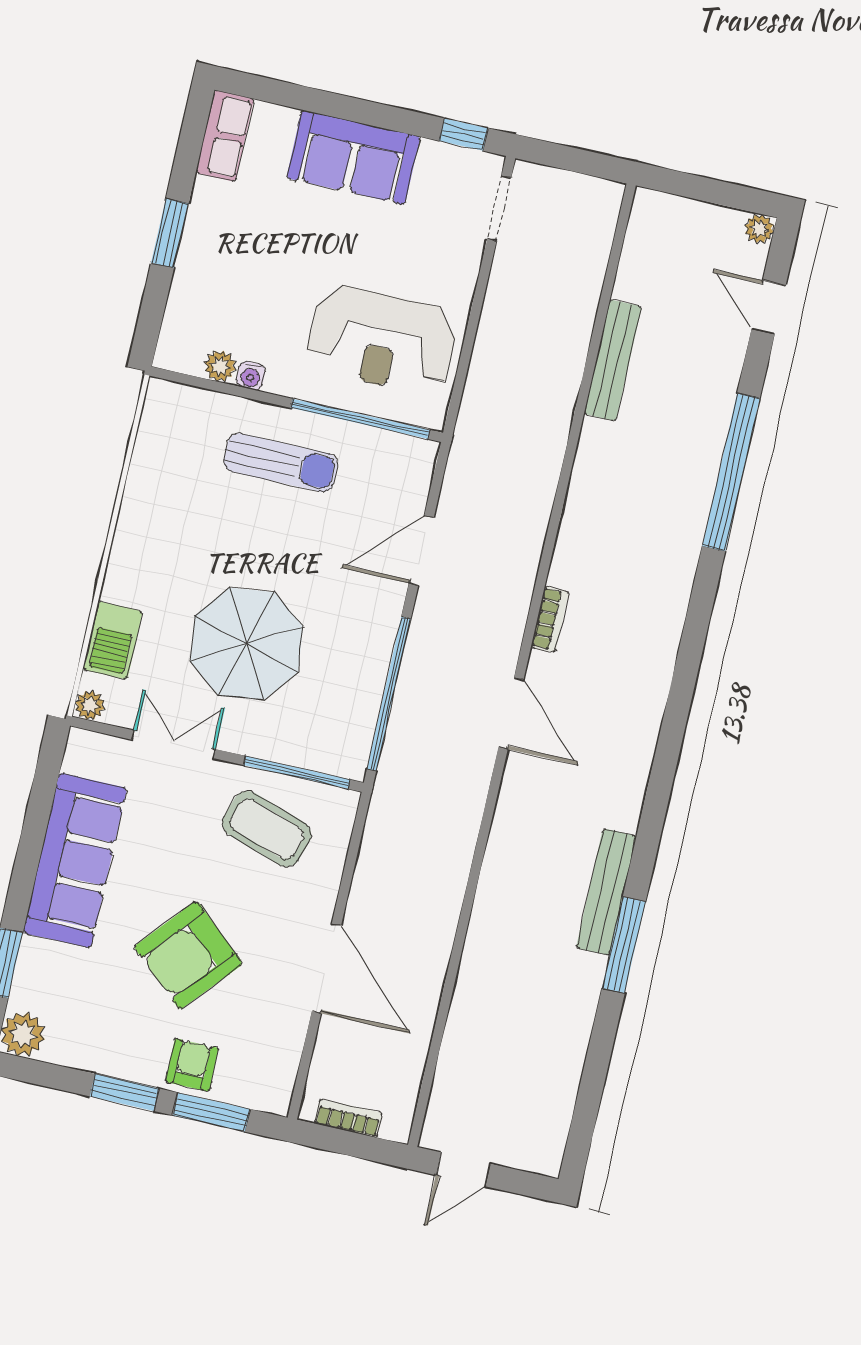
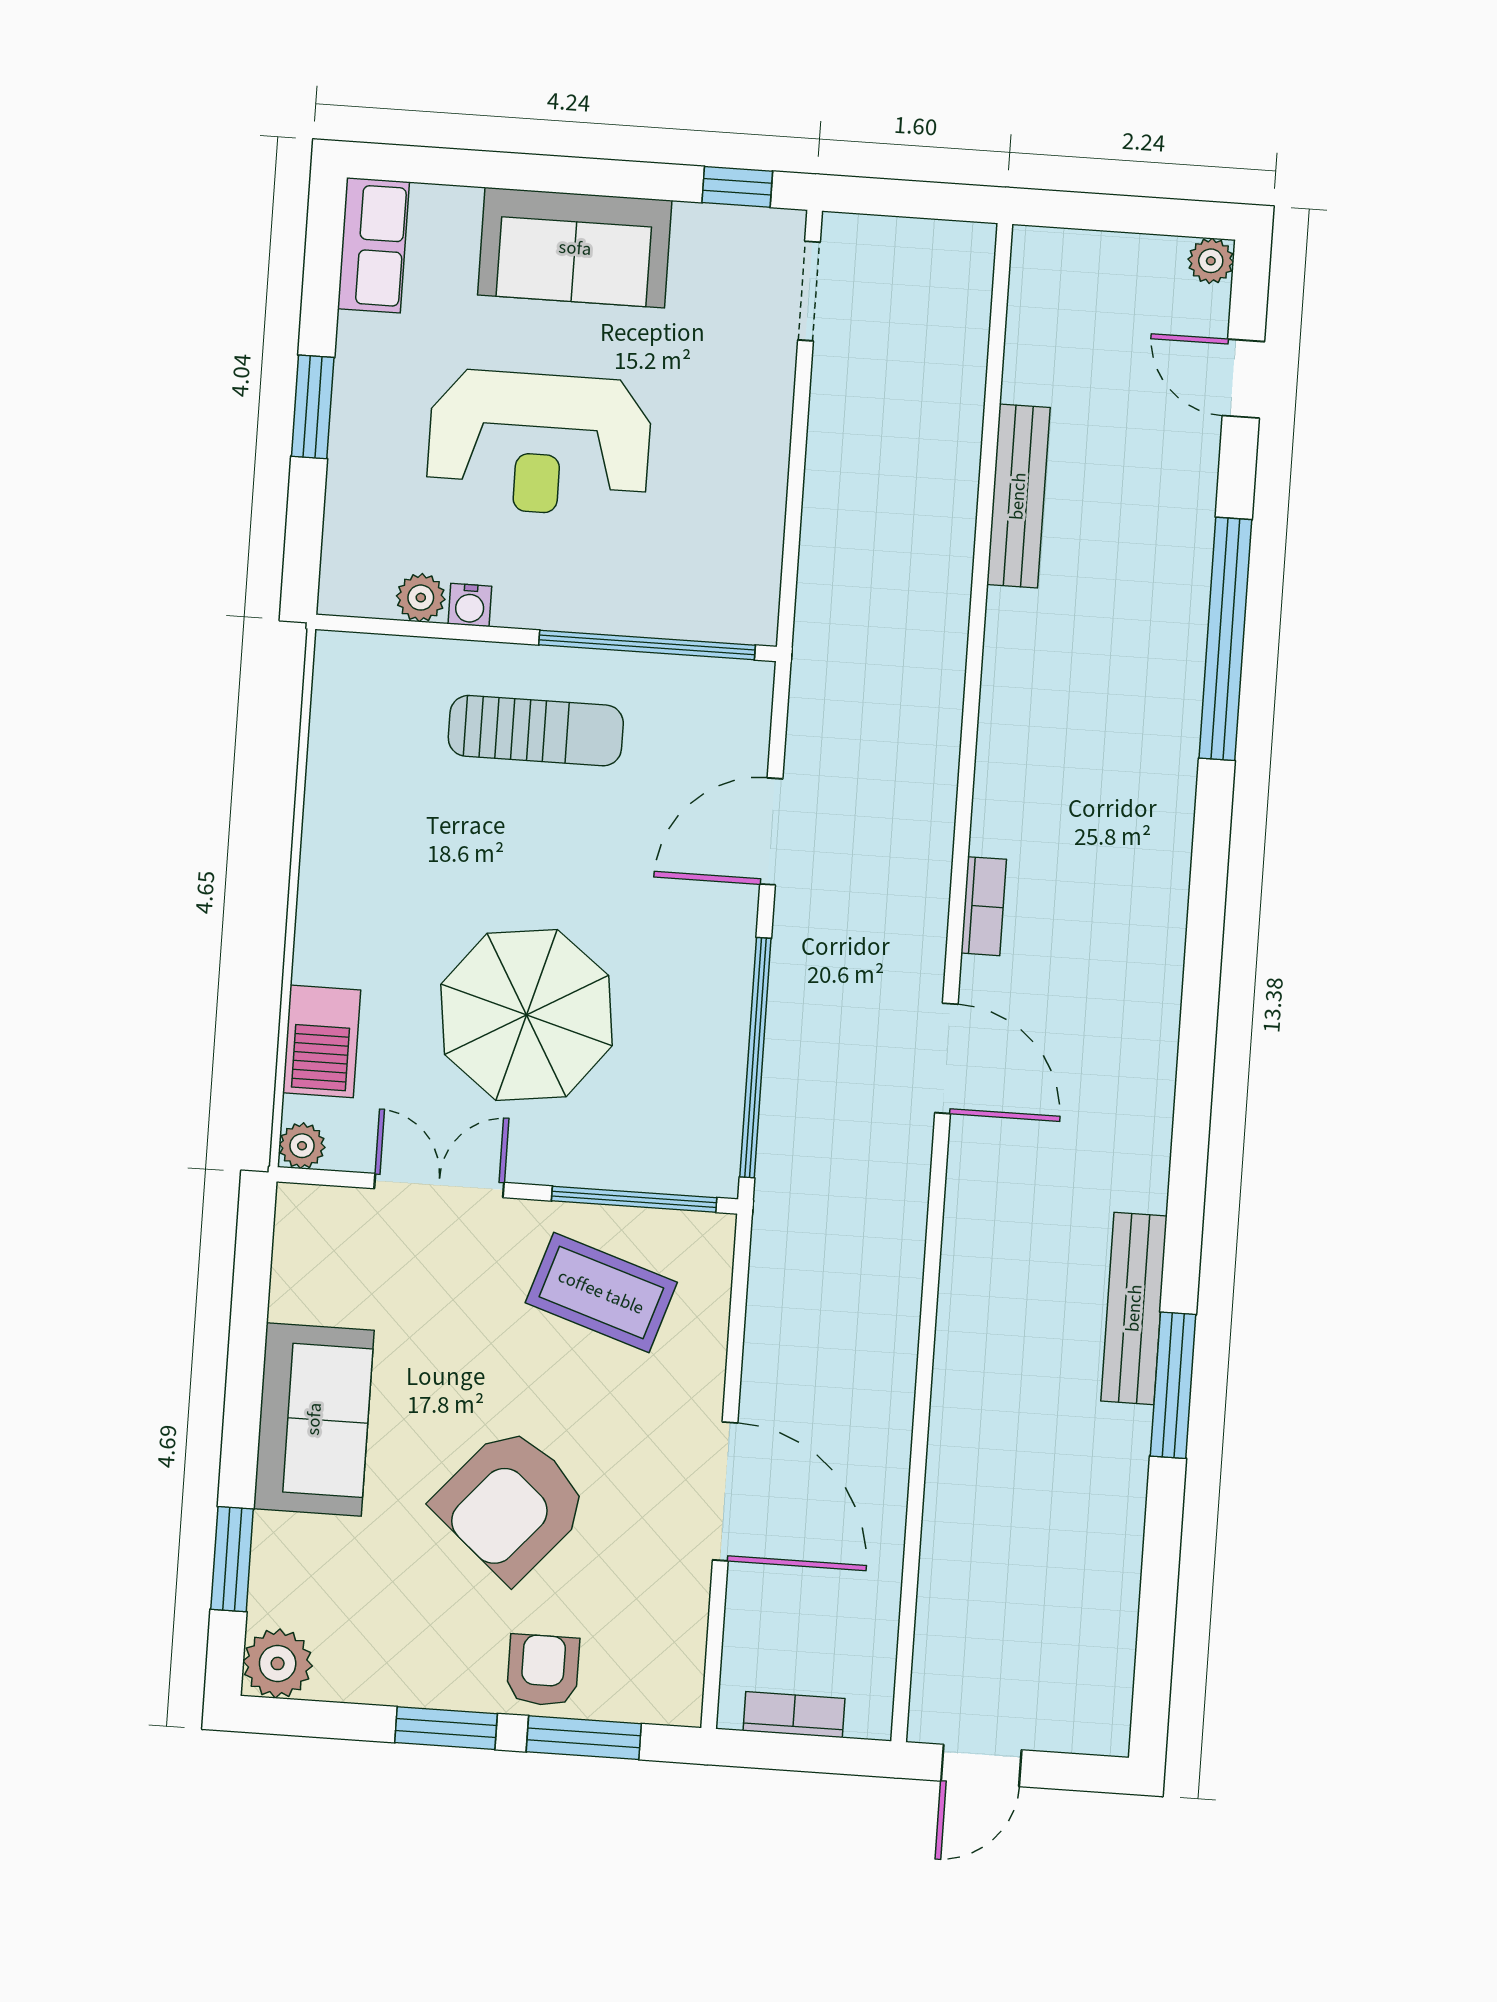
reception desk: (382, 340) -> (539, 443), moved
sofa: (75, 860) -> (314, 1419), width x0.73

